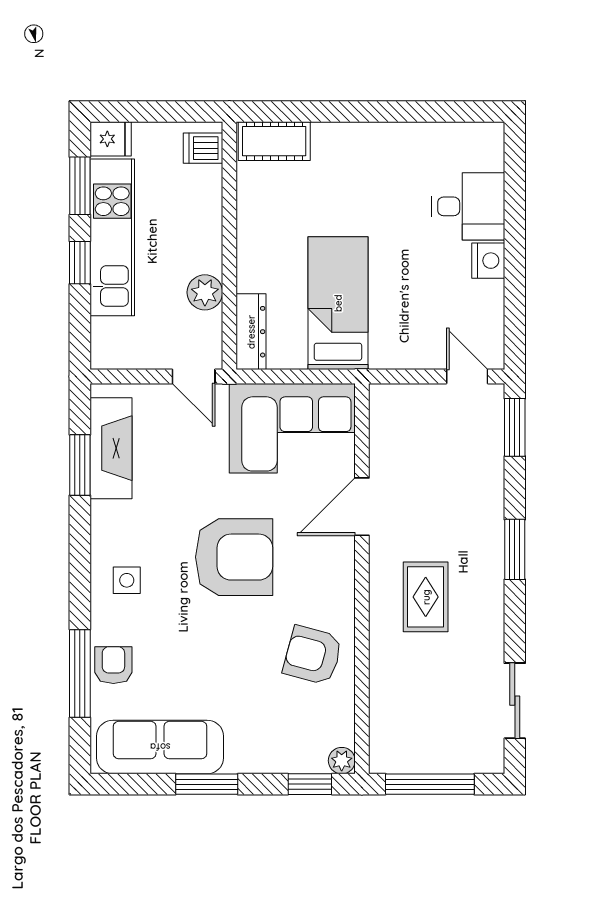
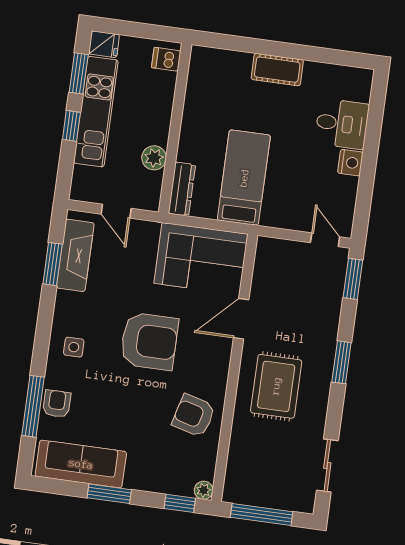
cot: (274, 141) -> (277, 70), moved
door: (194, 376) -> (116, 211), moved
rug: (426, 597) -> (276, 386), width x1.36, depth x1.43

